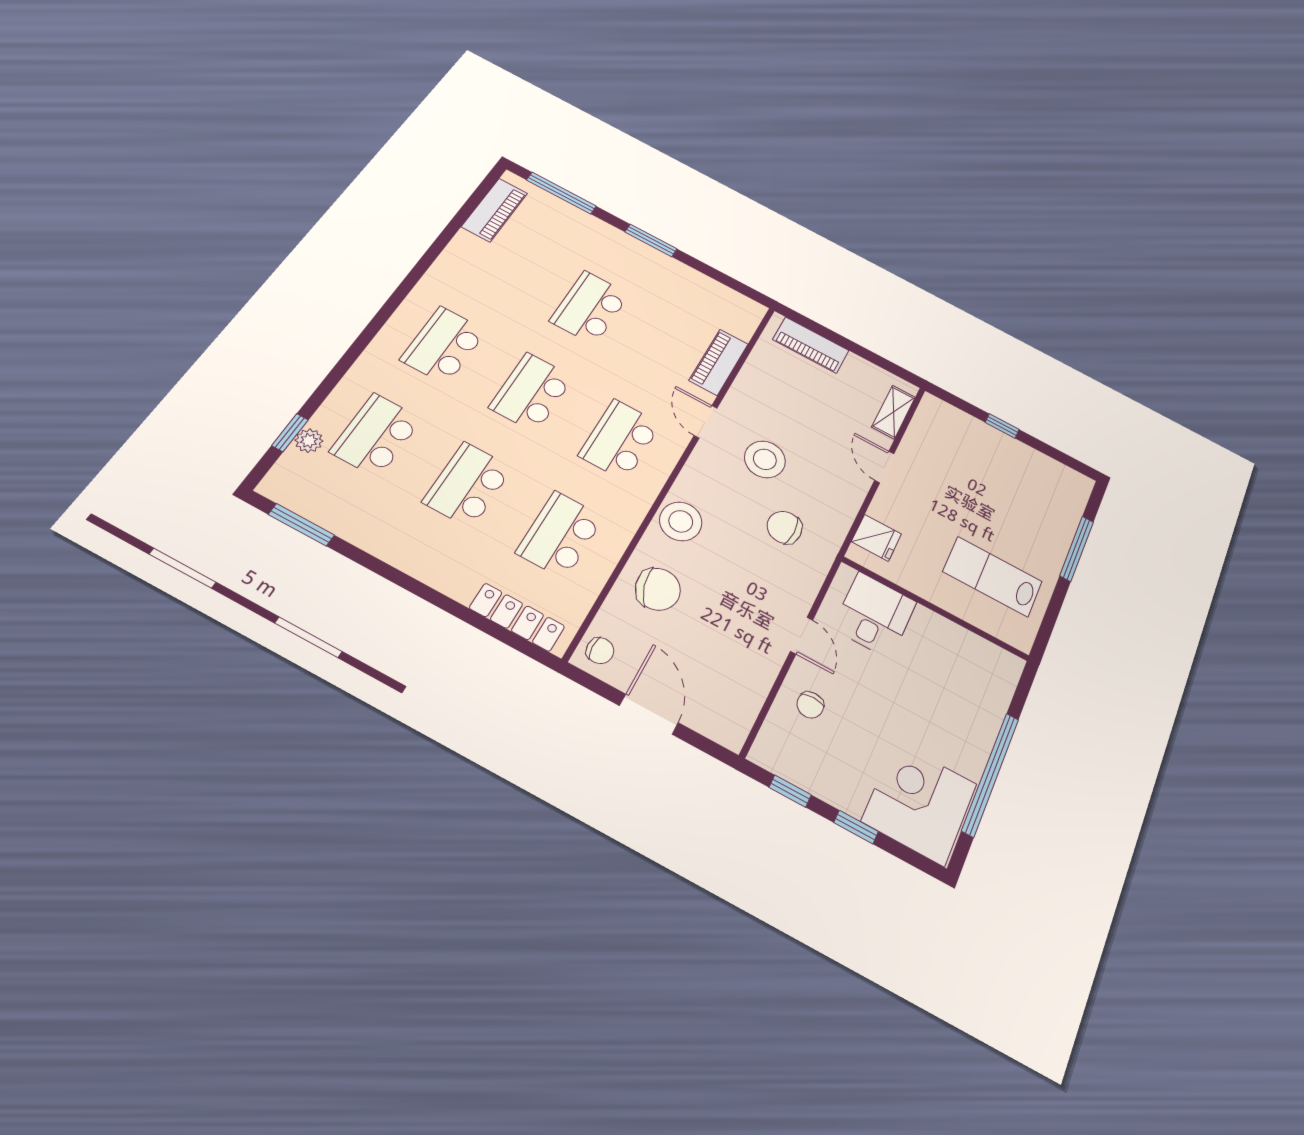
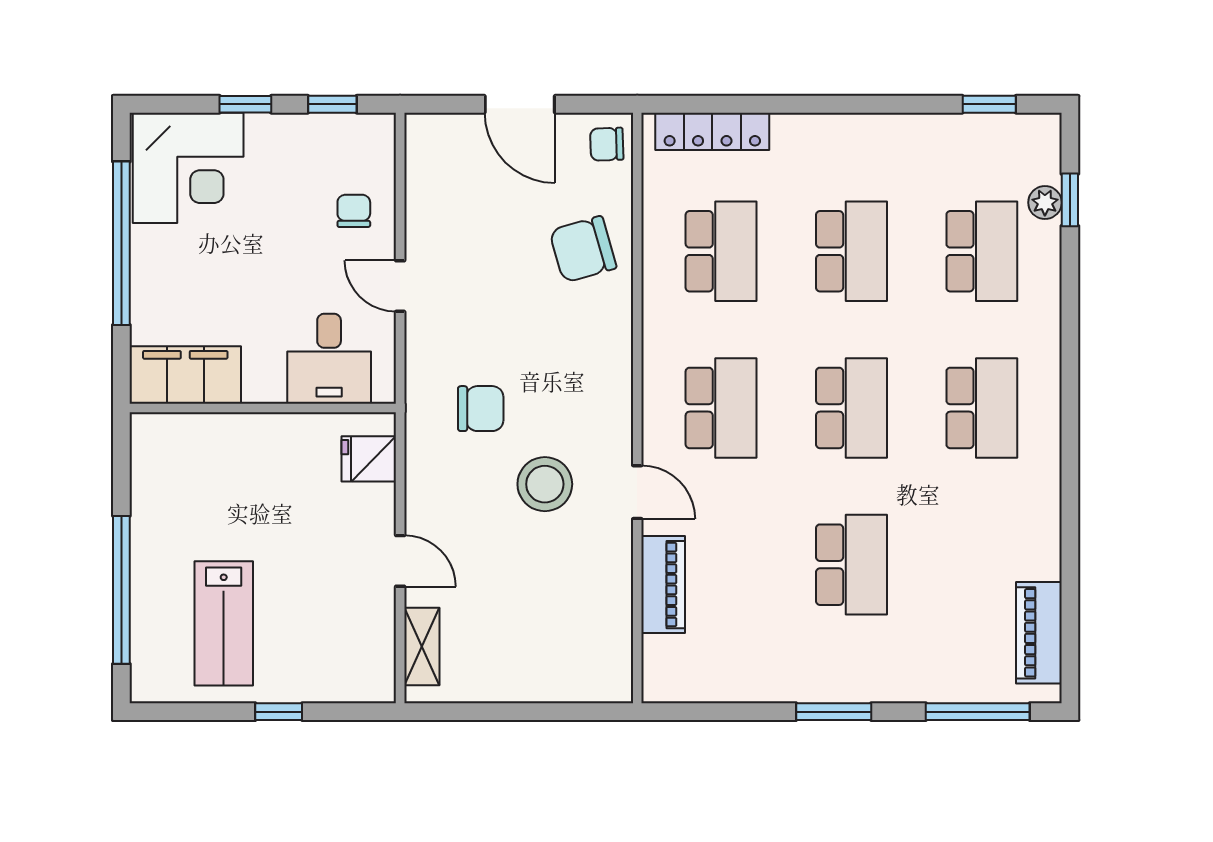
piano: (811, 345) -> (565, 681), removed
stool: (681, 521) -> (600, 346), removed
window: (301, 525) -> (989, 104), width x0.67
window: (1077, 549) -> (121, 590), width x1.46
lab bench: (992, 576) -> (224, 623), moved, turned 90
filing cabinet: (980, 659) -> (185, 375), added

